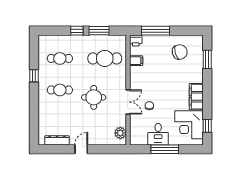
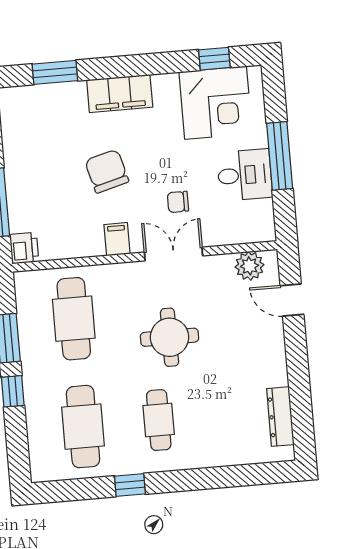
chair: (180, 52) -> (107, 171), moved
cafe table: (60, 58) -> (83, 427), width x1.37, depth x1.35
filing cabinet: (136, 61) -> (117, 239), moved
filing cabinet: (196, 97) -> (120, 94), moved
door: (81, 149) -> (292, 300), moved

